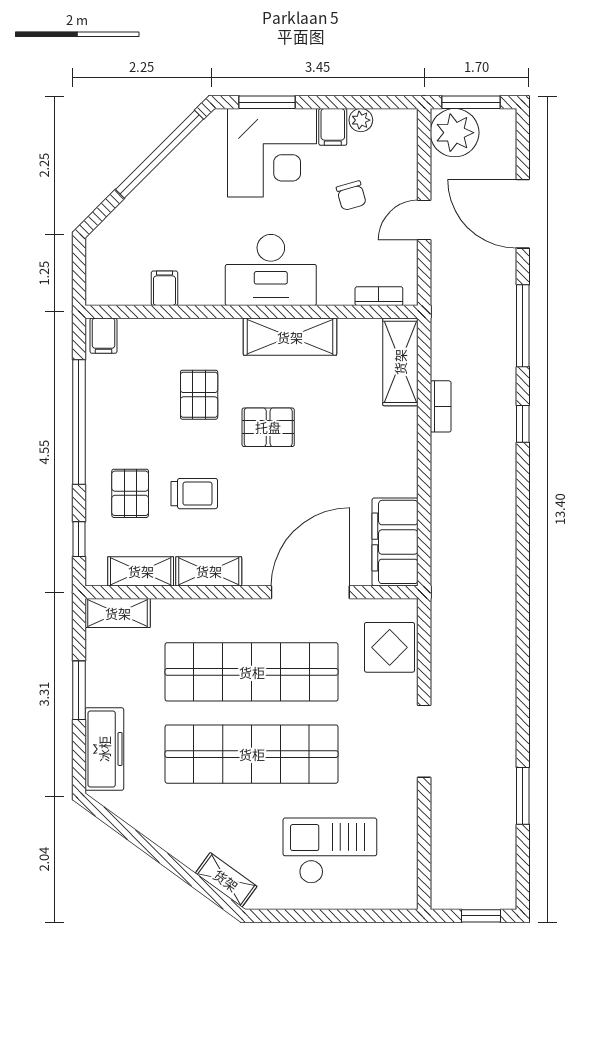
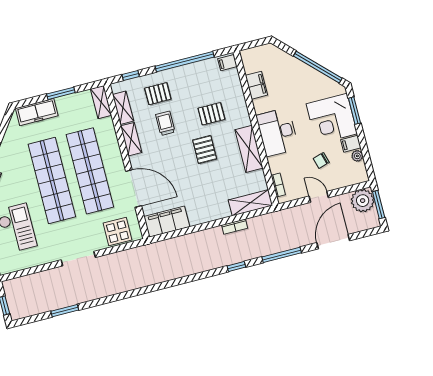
filing cabinet: (165, 288) -> (256, 85), width x2.00
trolley: (194, 494) -> (165, 123), turned 180

